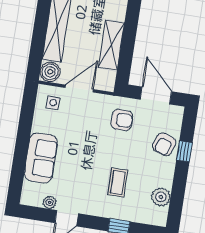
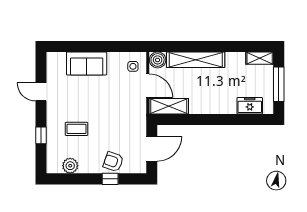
shelving: (111, 45) -> (169, 106), moved
armchair: (122, 120) -> (128, 124), removed
plant: (50, 202) -> (52, 76), removed

